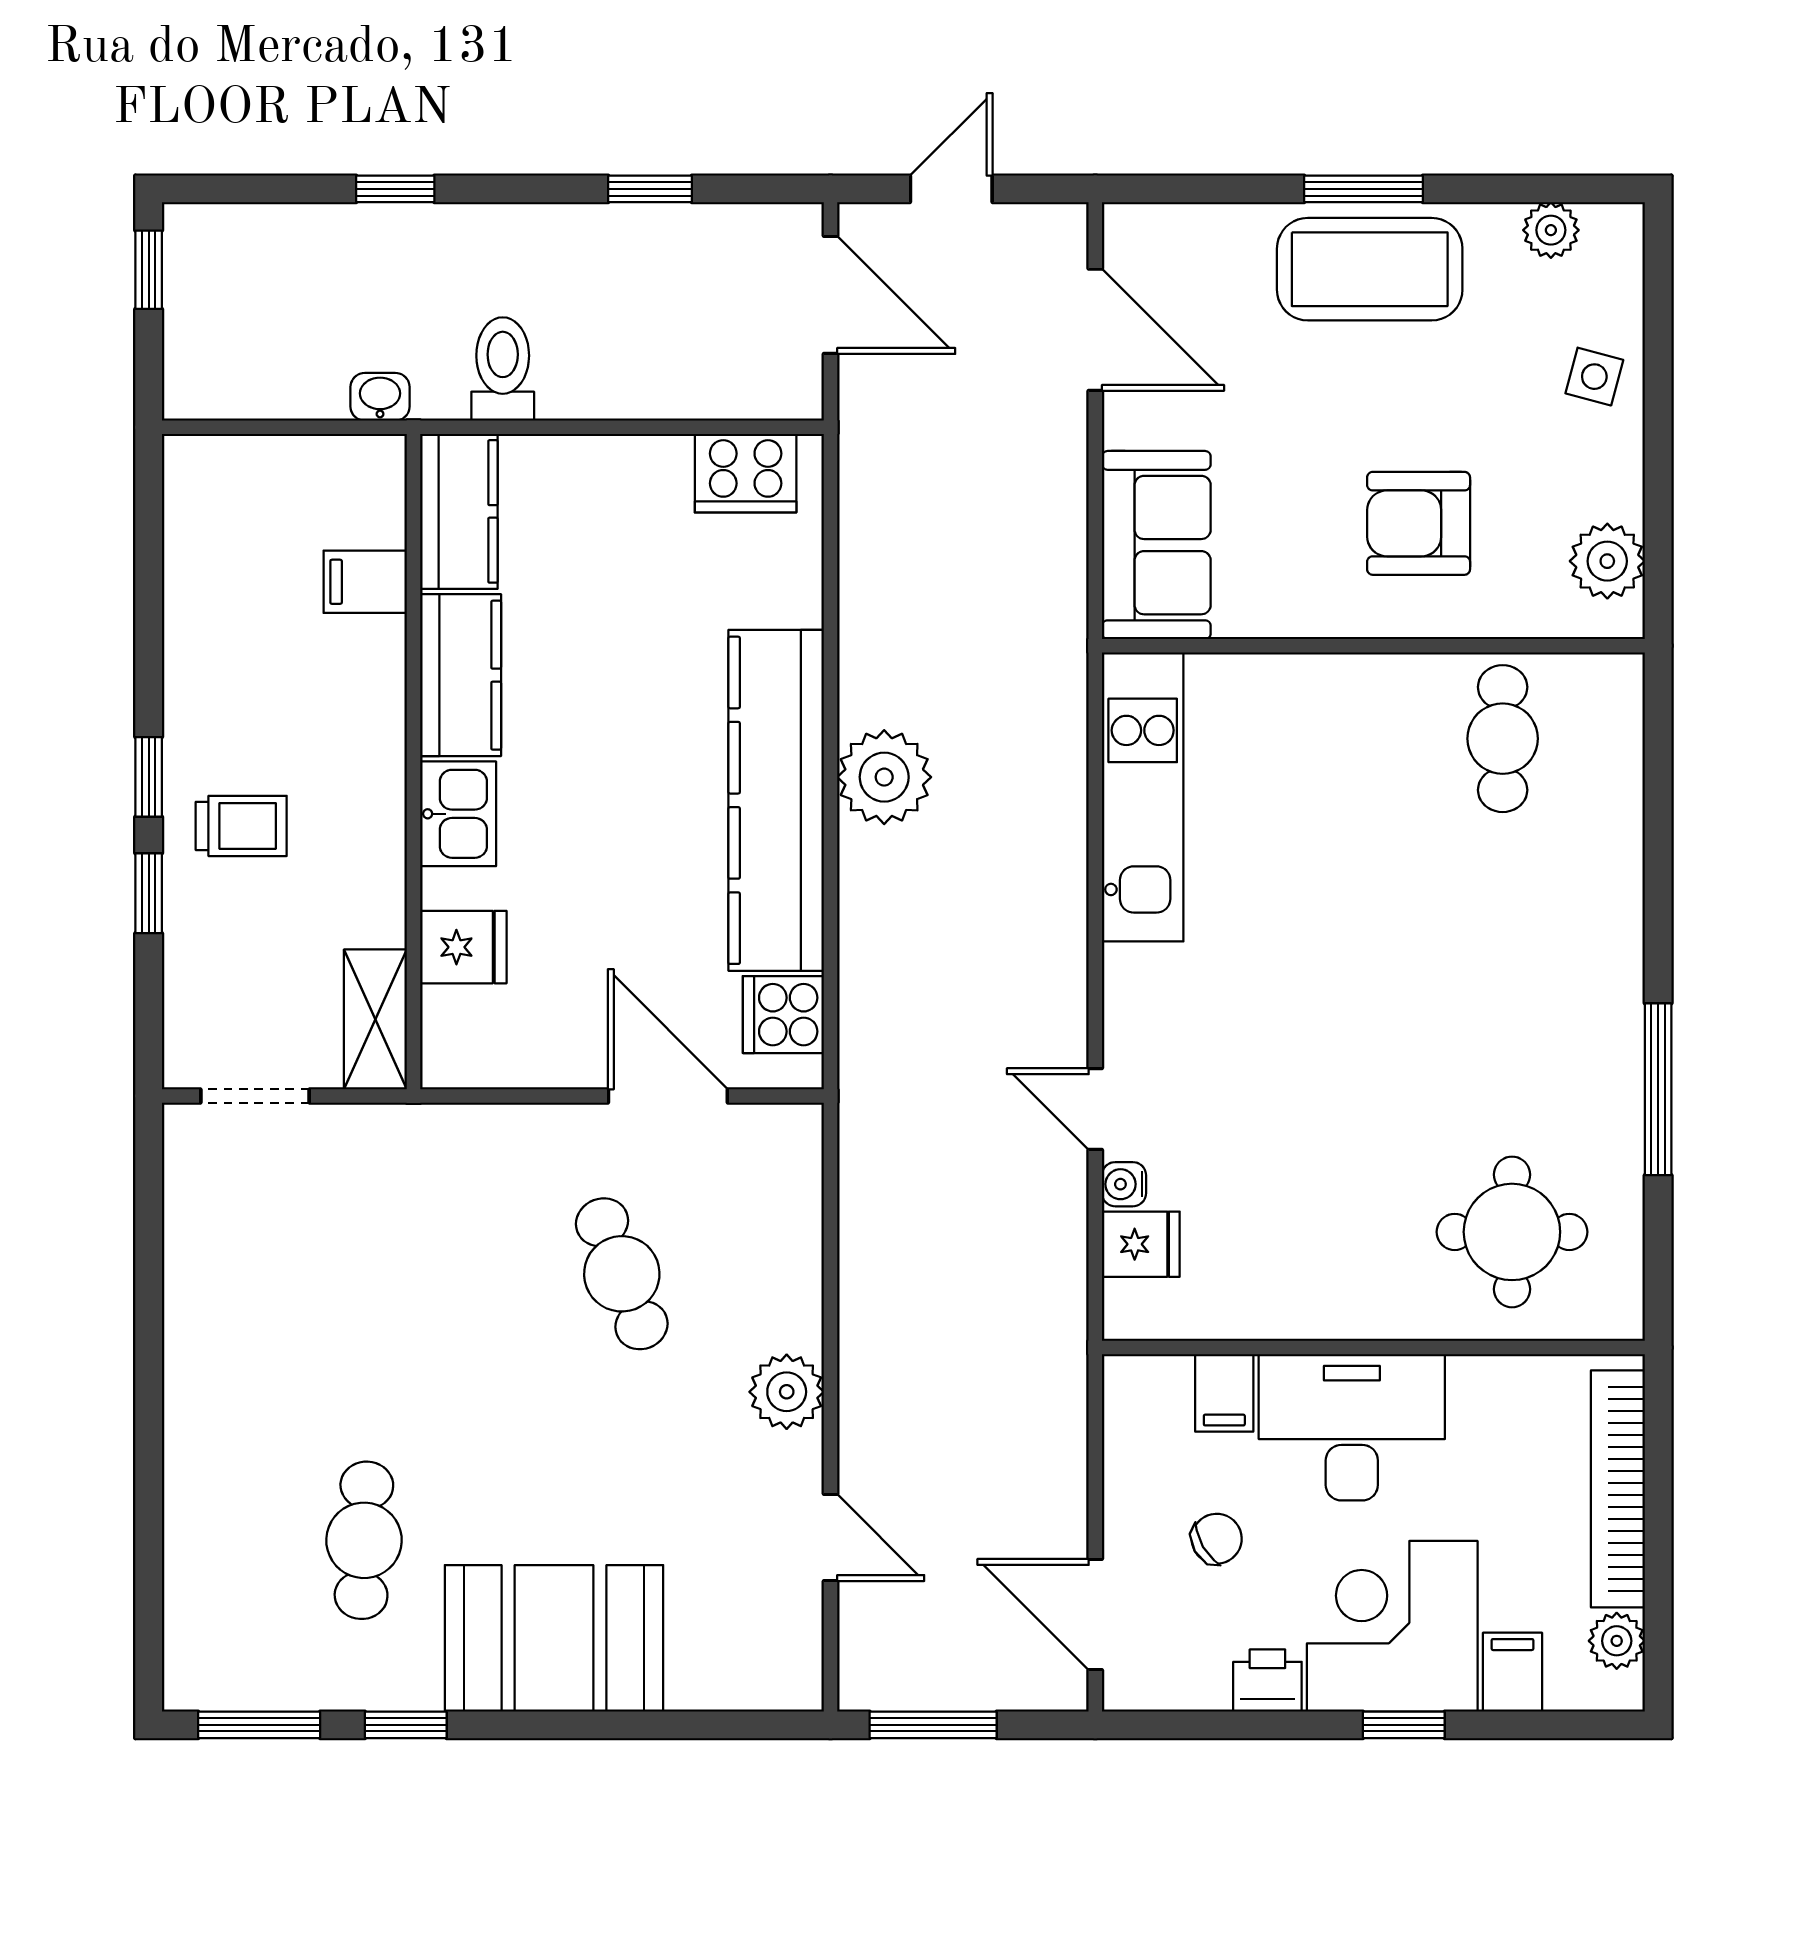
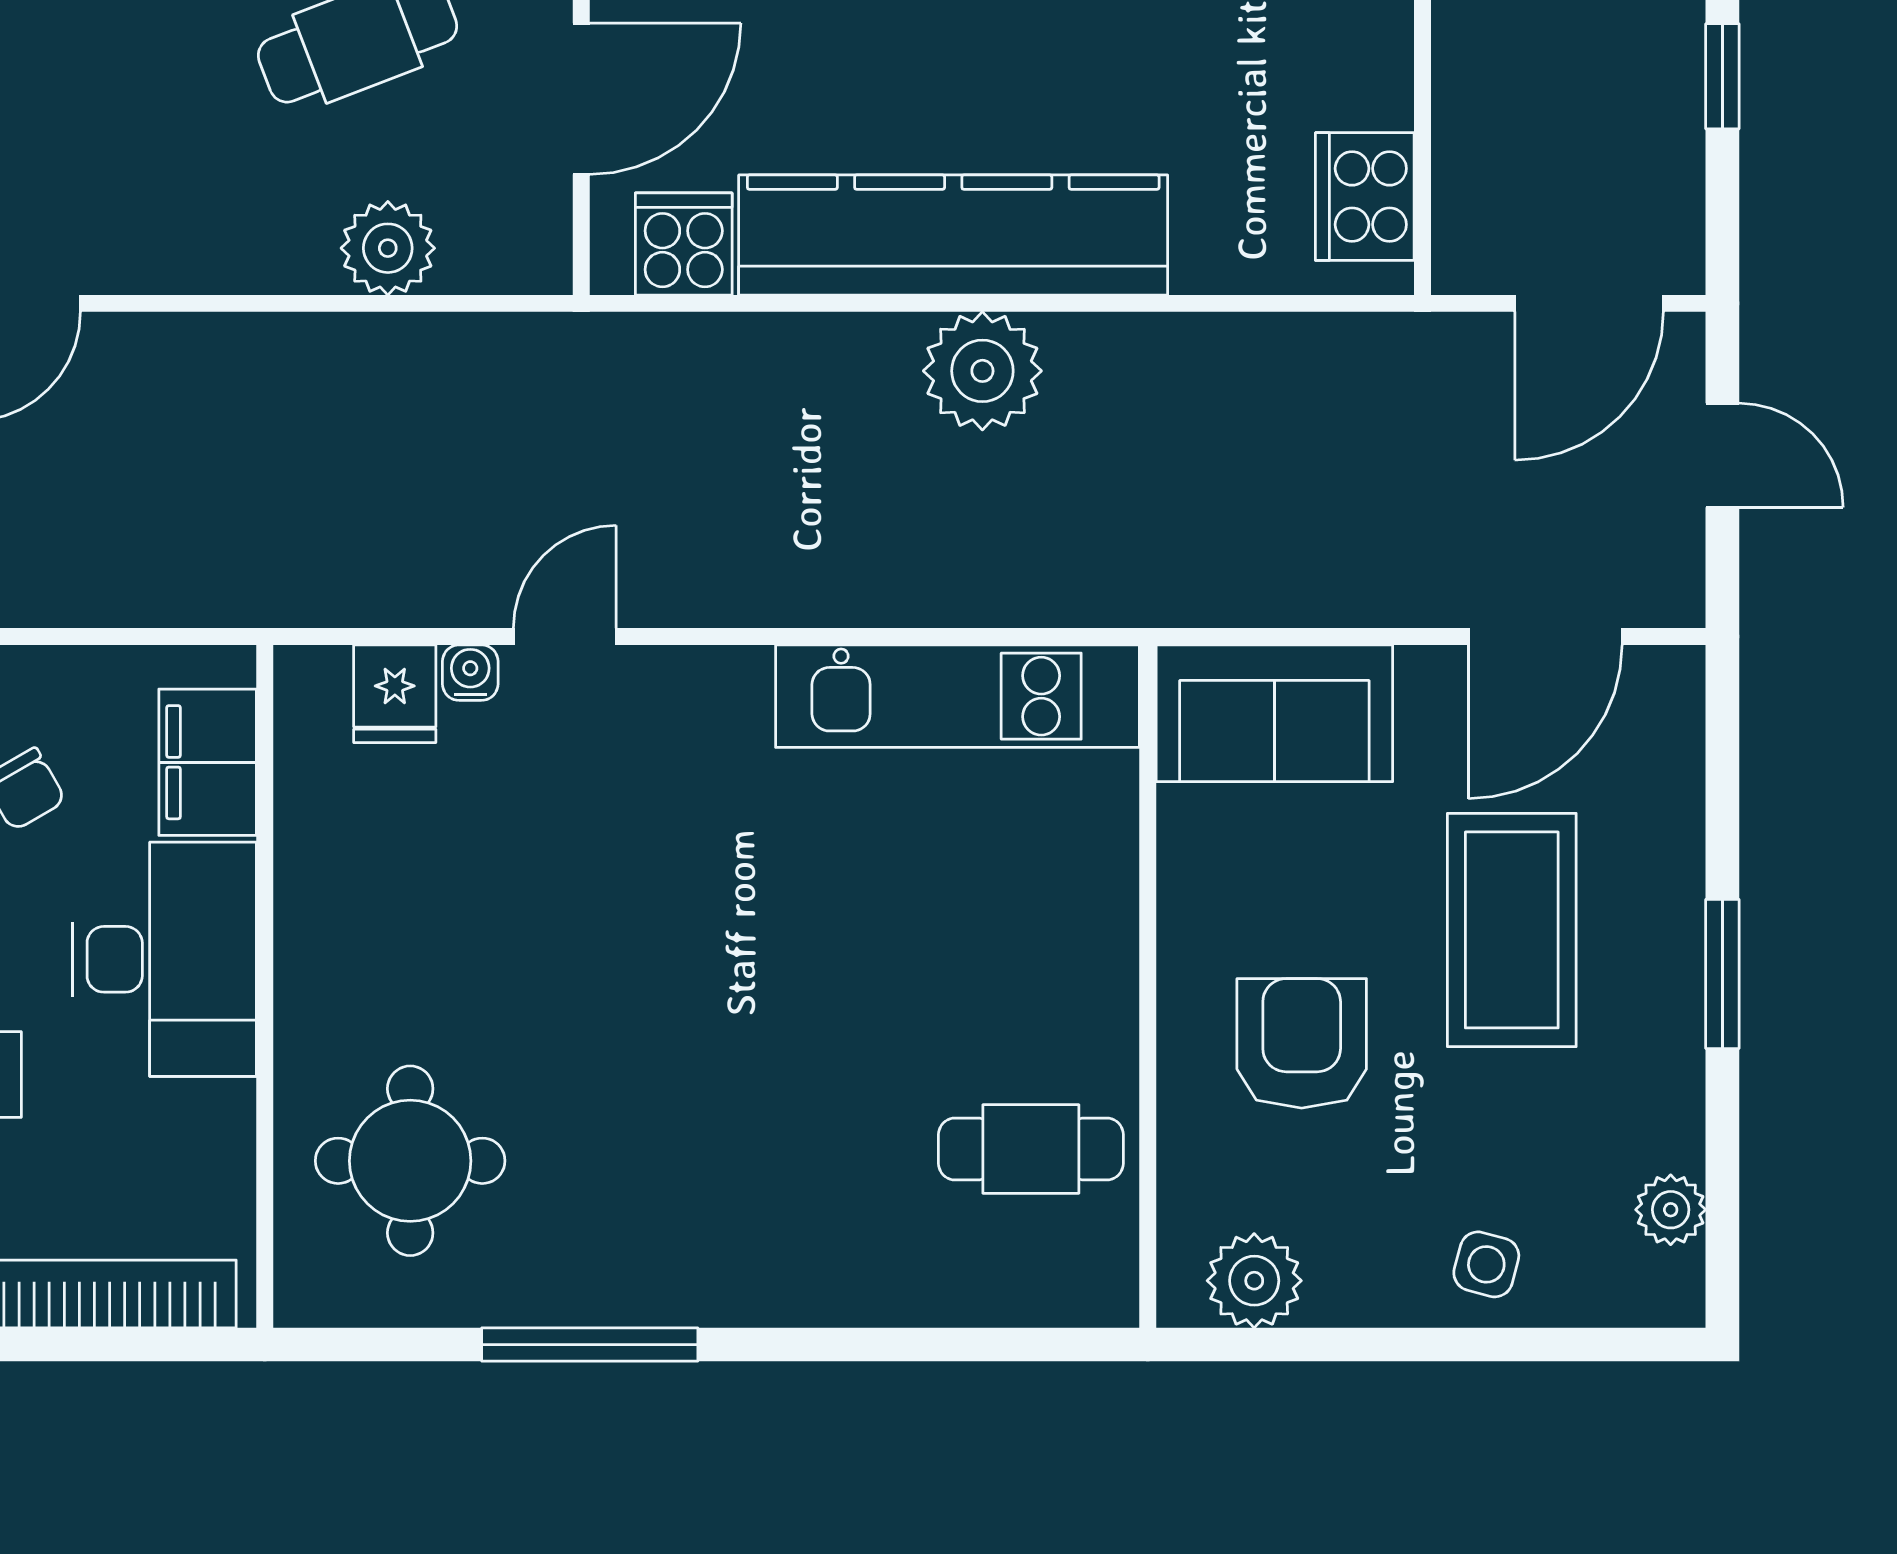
coffee table: (1370, 269) -> (1512, 930), moved
plant: (787, 1392) -> (388, 248), moved
filing cabinet: (1224, 1393) -> (208, 762), width x2.00

